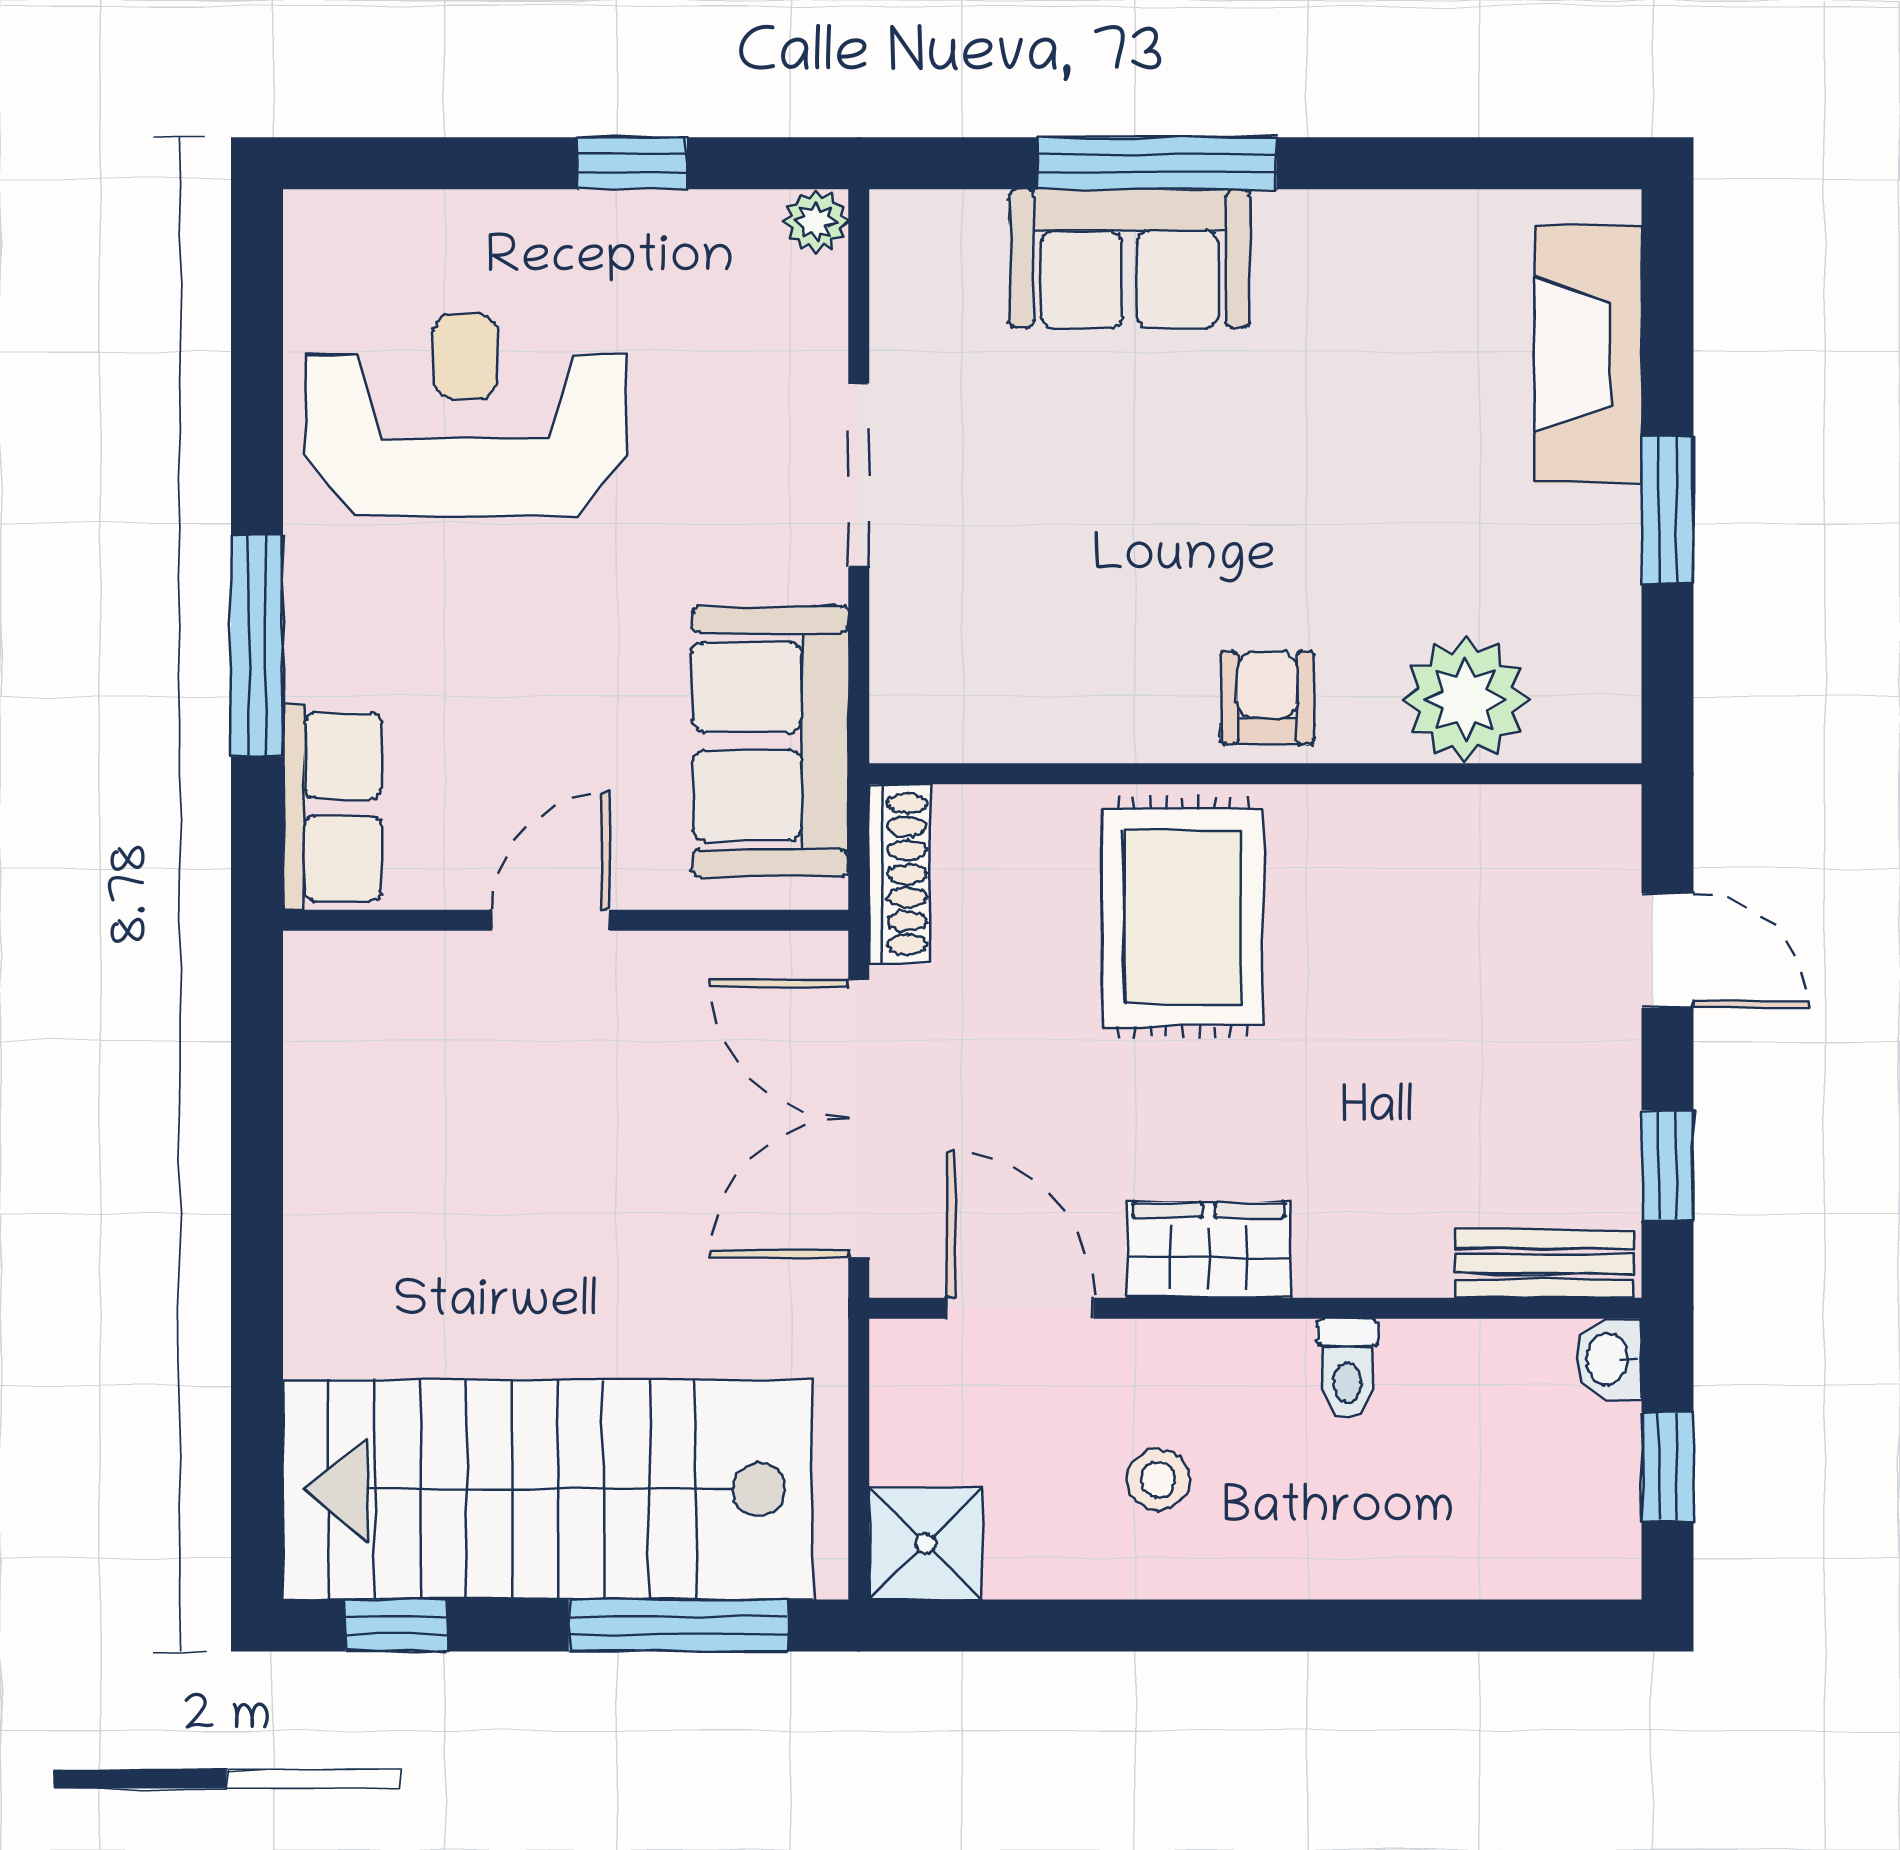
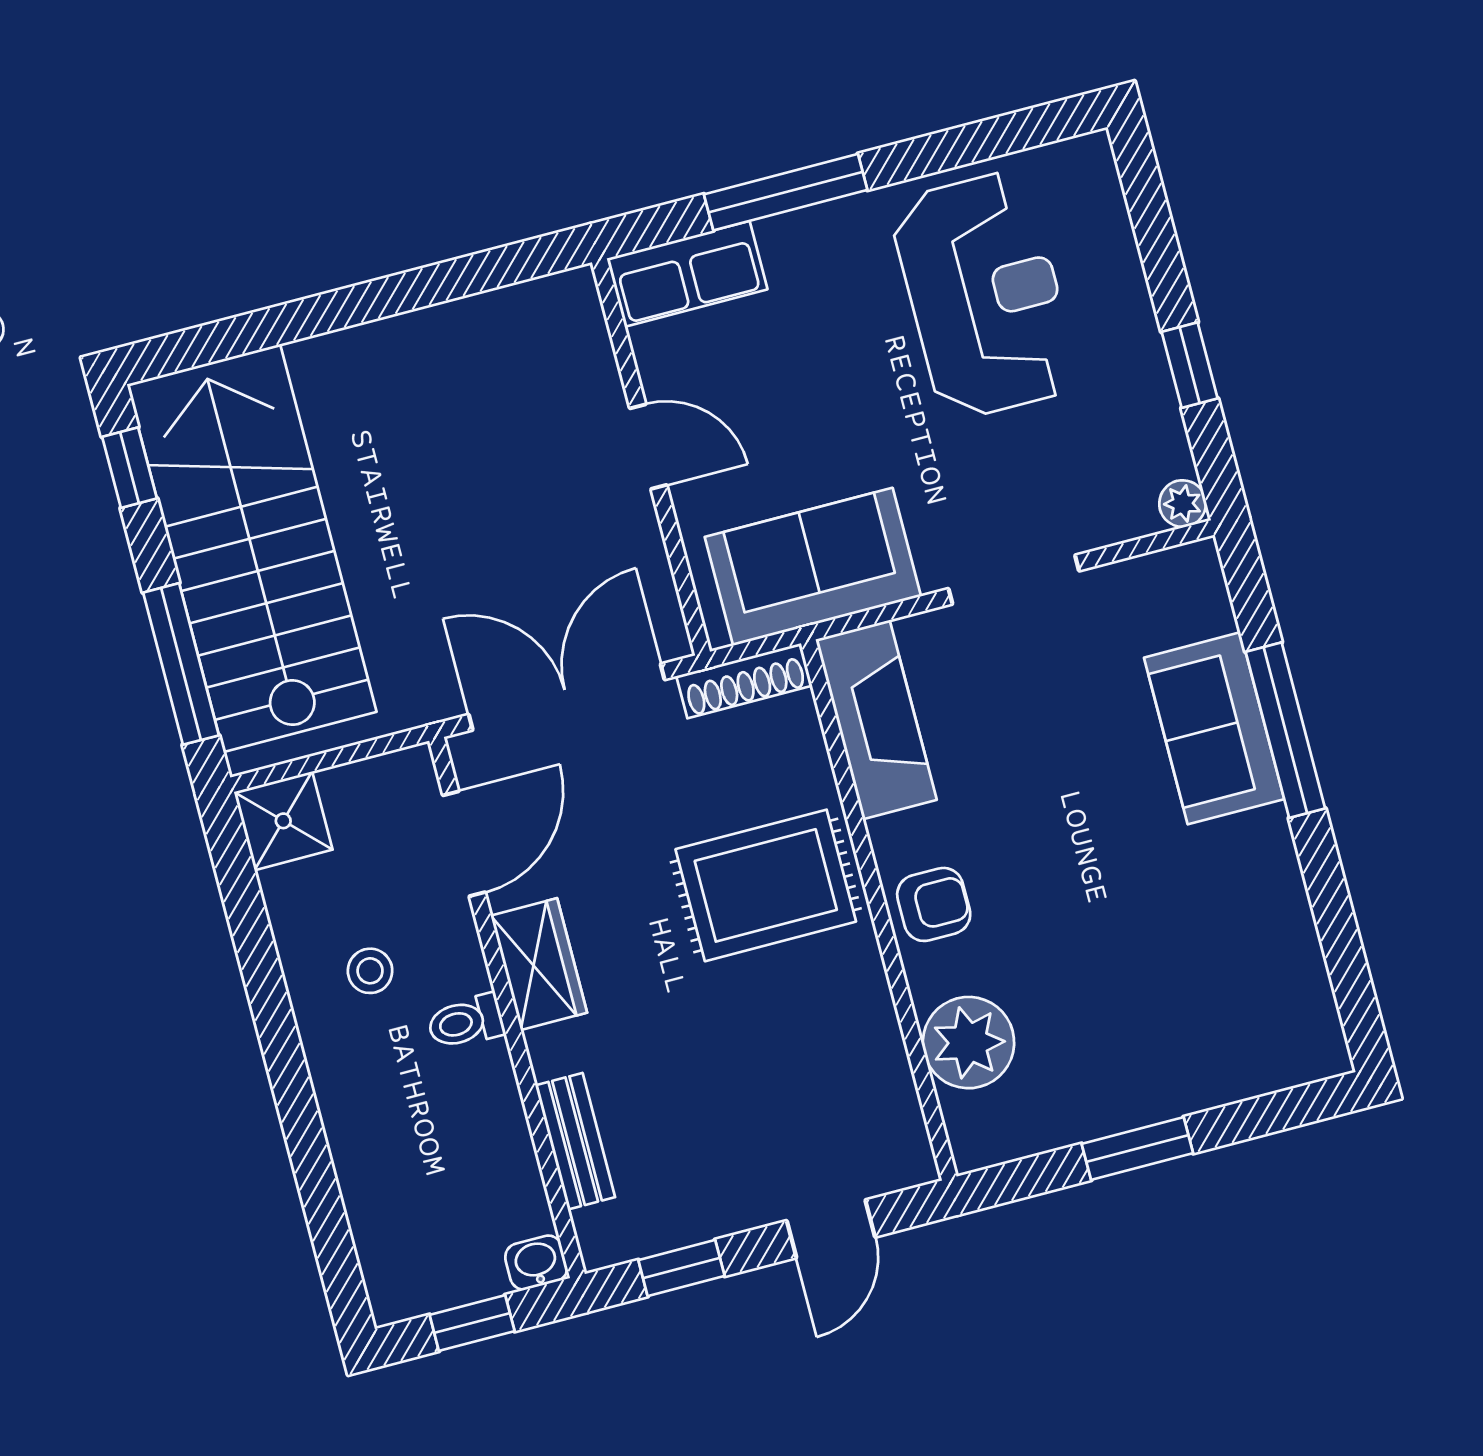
fireplace: (1588, 354) -> (876, 720), moved, turned 90
bench: (1544, 1264) -> (575, 1141), moved
toilet: (1347, 1369) -> (466, 1022), moved

